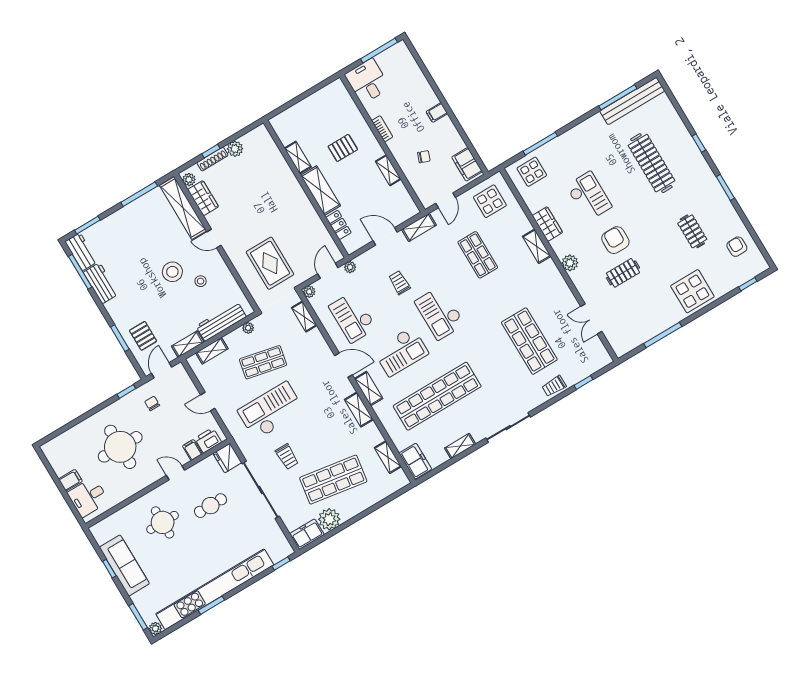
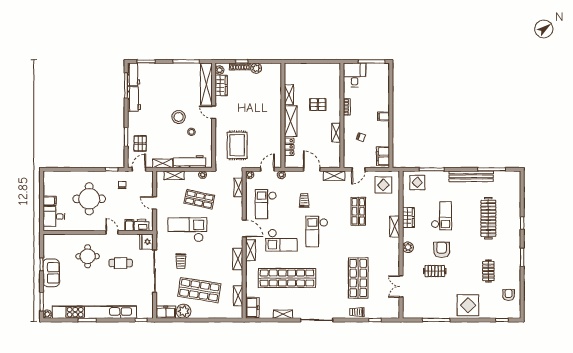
bench: (632, 101) -> (471, 176), moved
sofa: (124, 565) -> (51, 273), width x0.73

